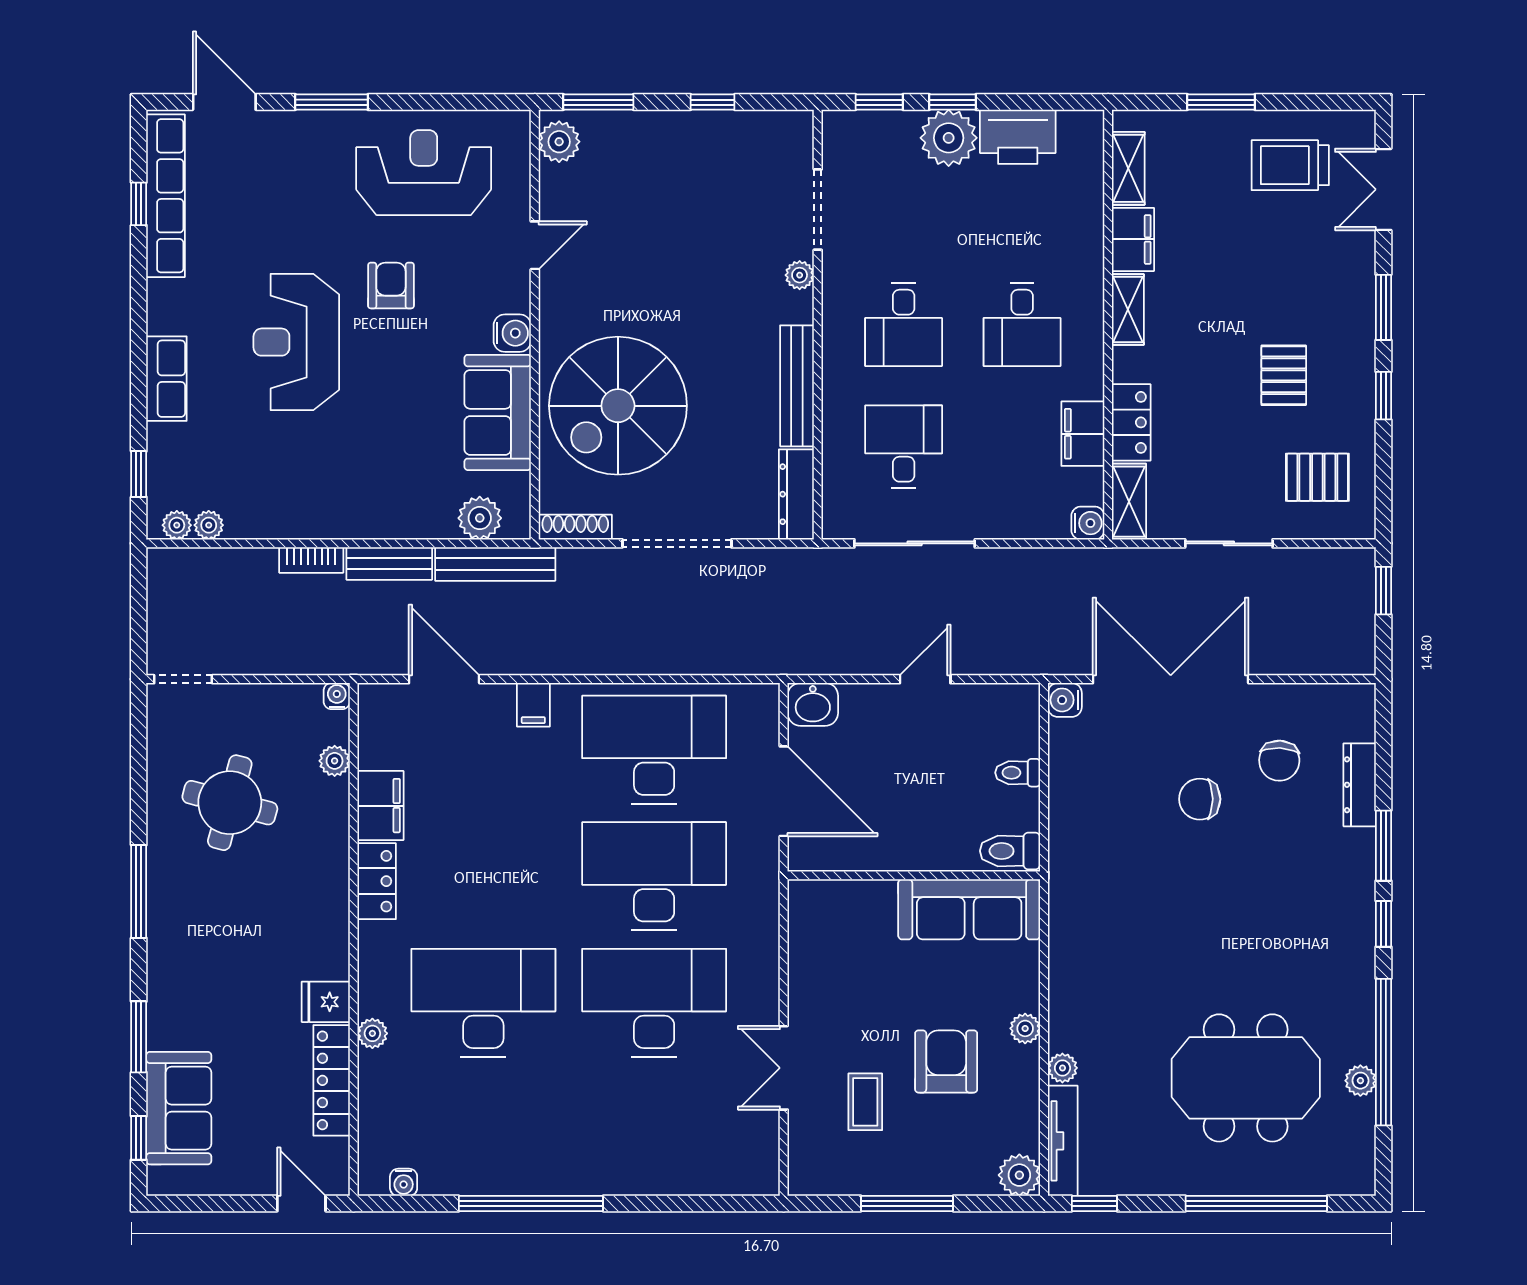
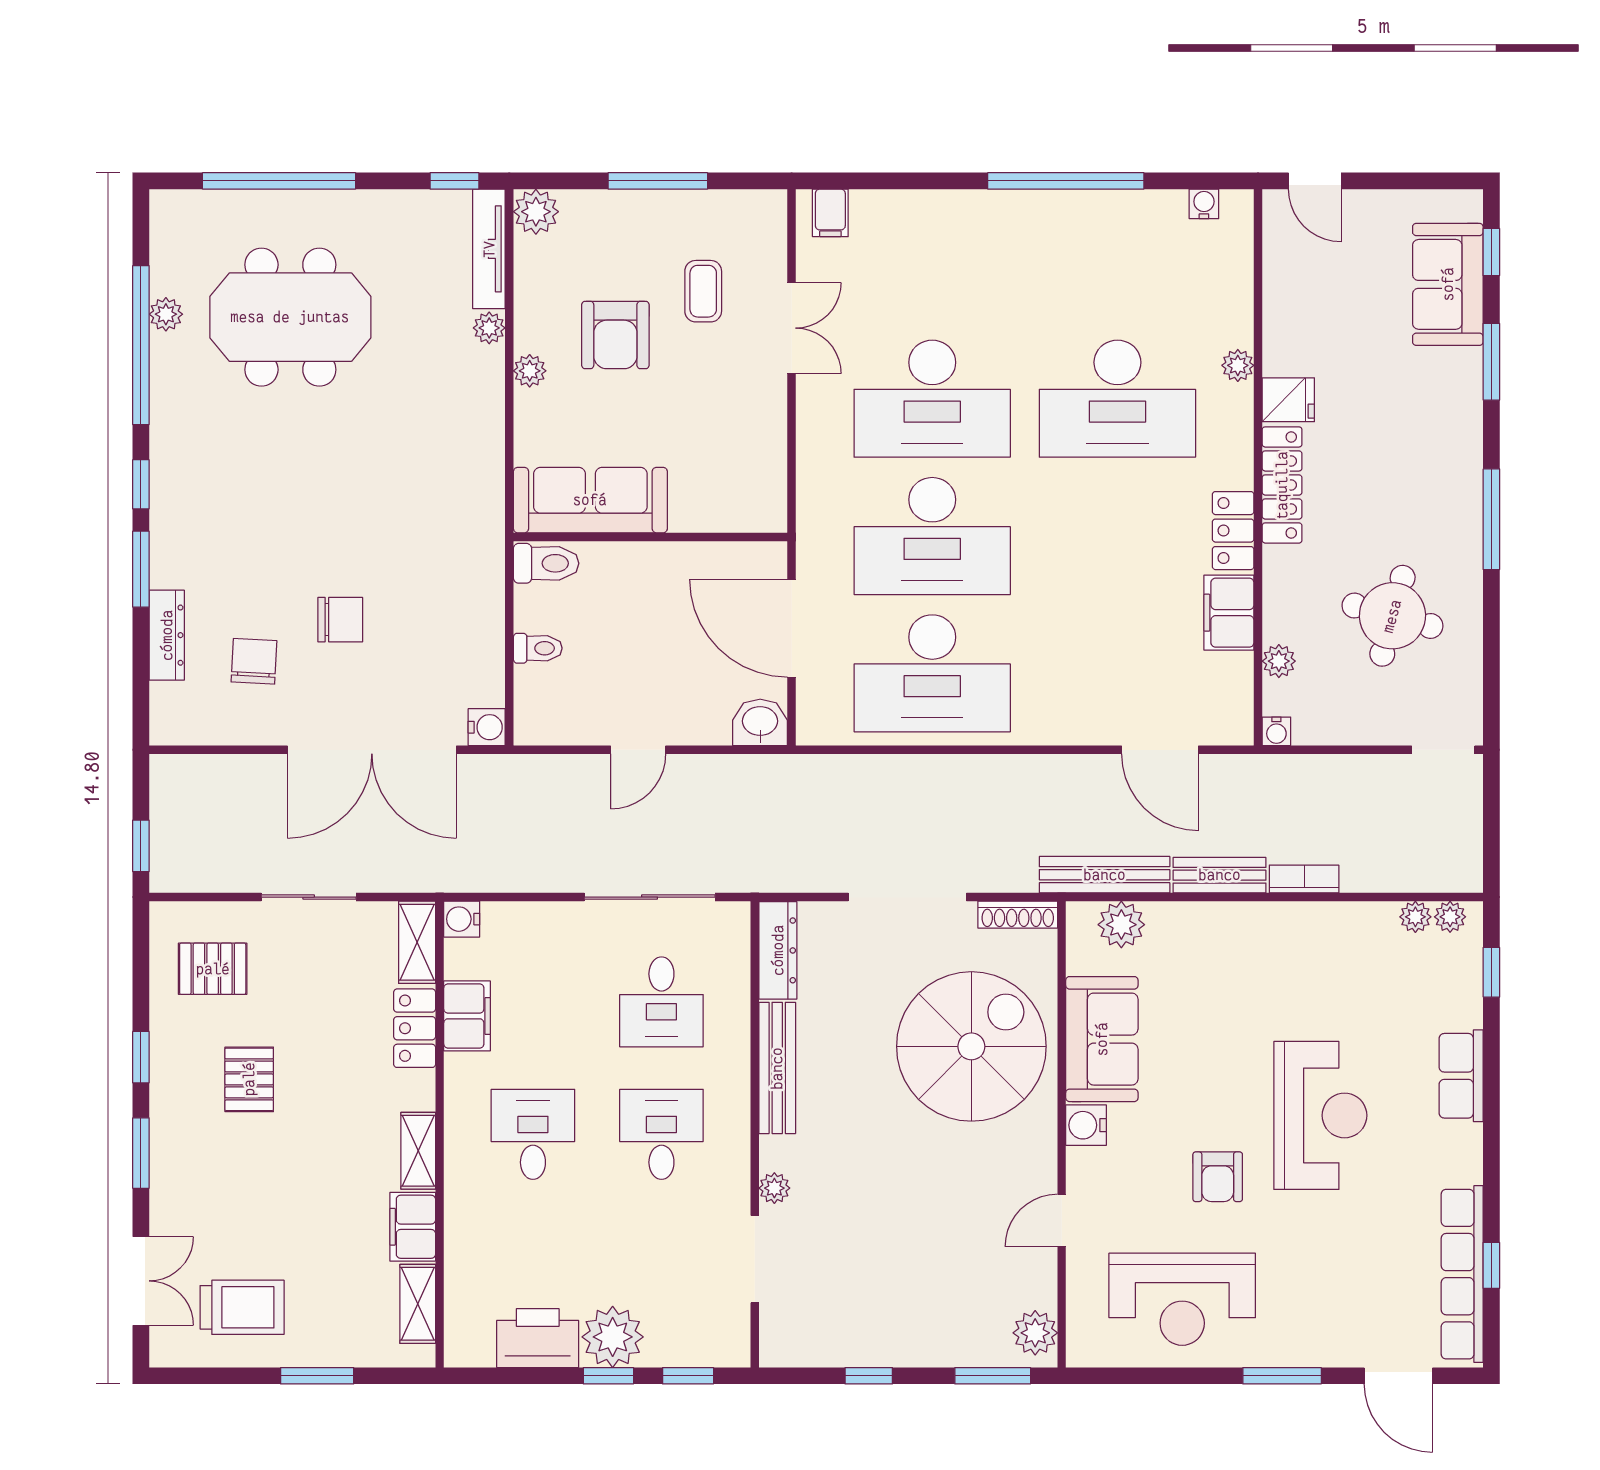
filing cabinet: (533, 705) -> (830, 213), moved, turned 180
locker: (332, 1080) -> (1282, 485), moved

